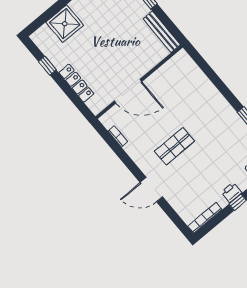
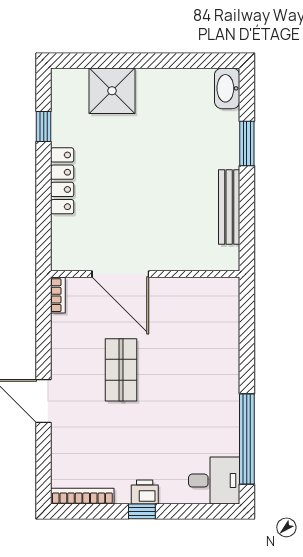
wall: (139, 82) -> (145, 274), moved
door: (128, 91) -> (120, 274), moved
shop shelf: (175, 146) -> (121, 370), turned 90

